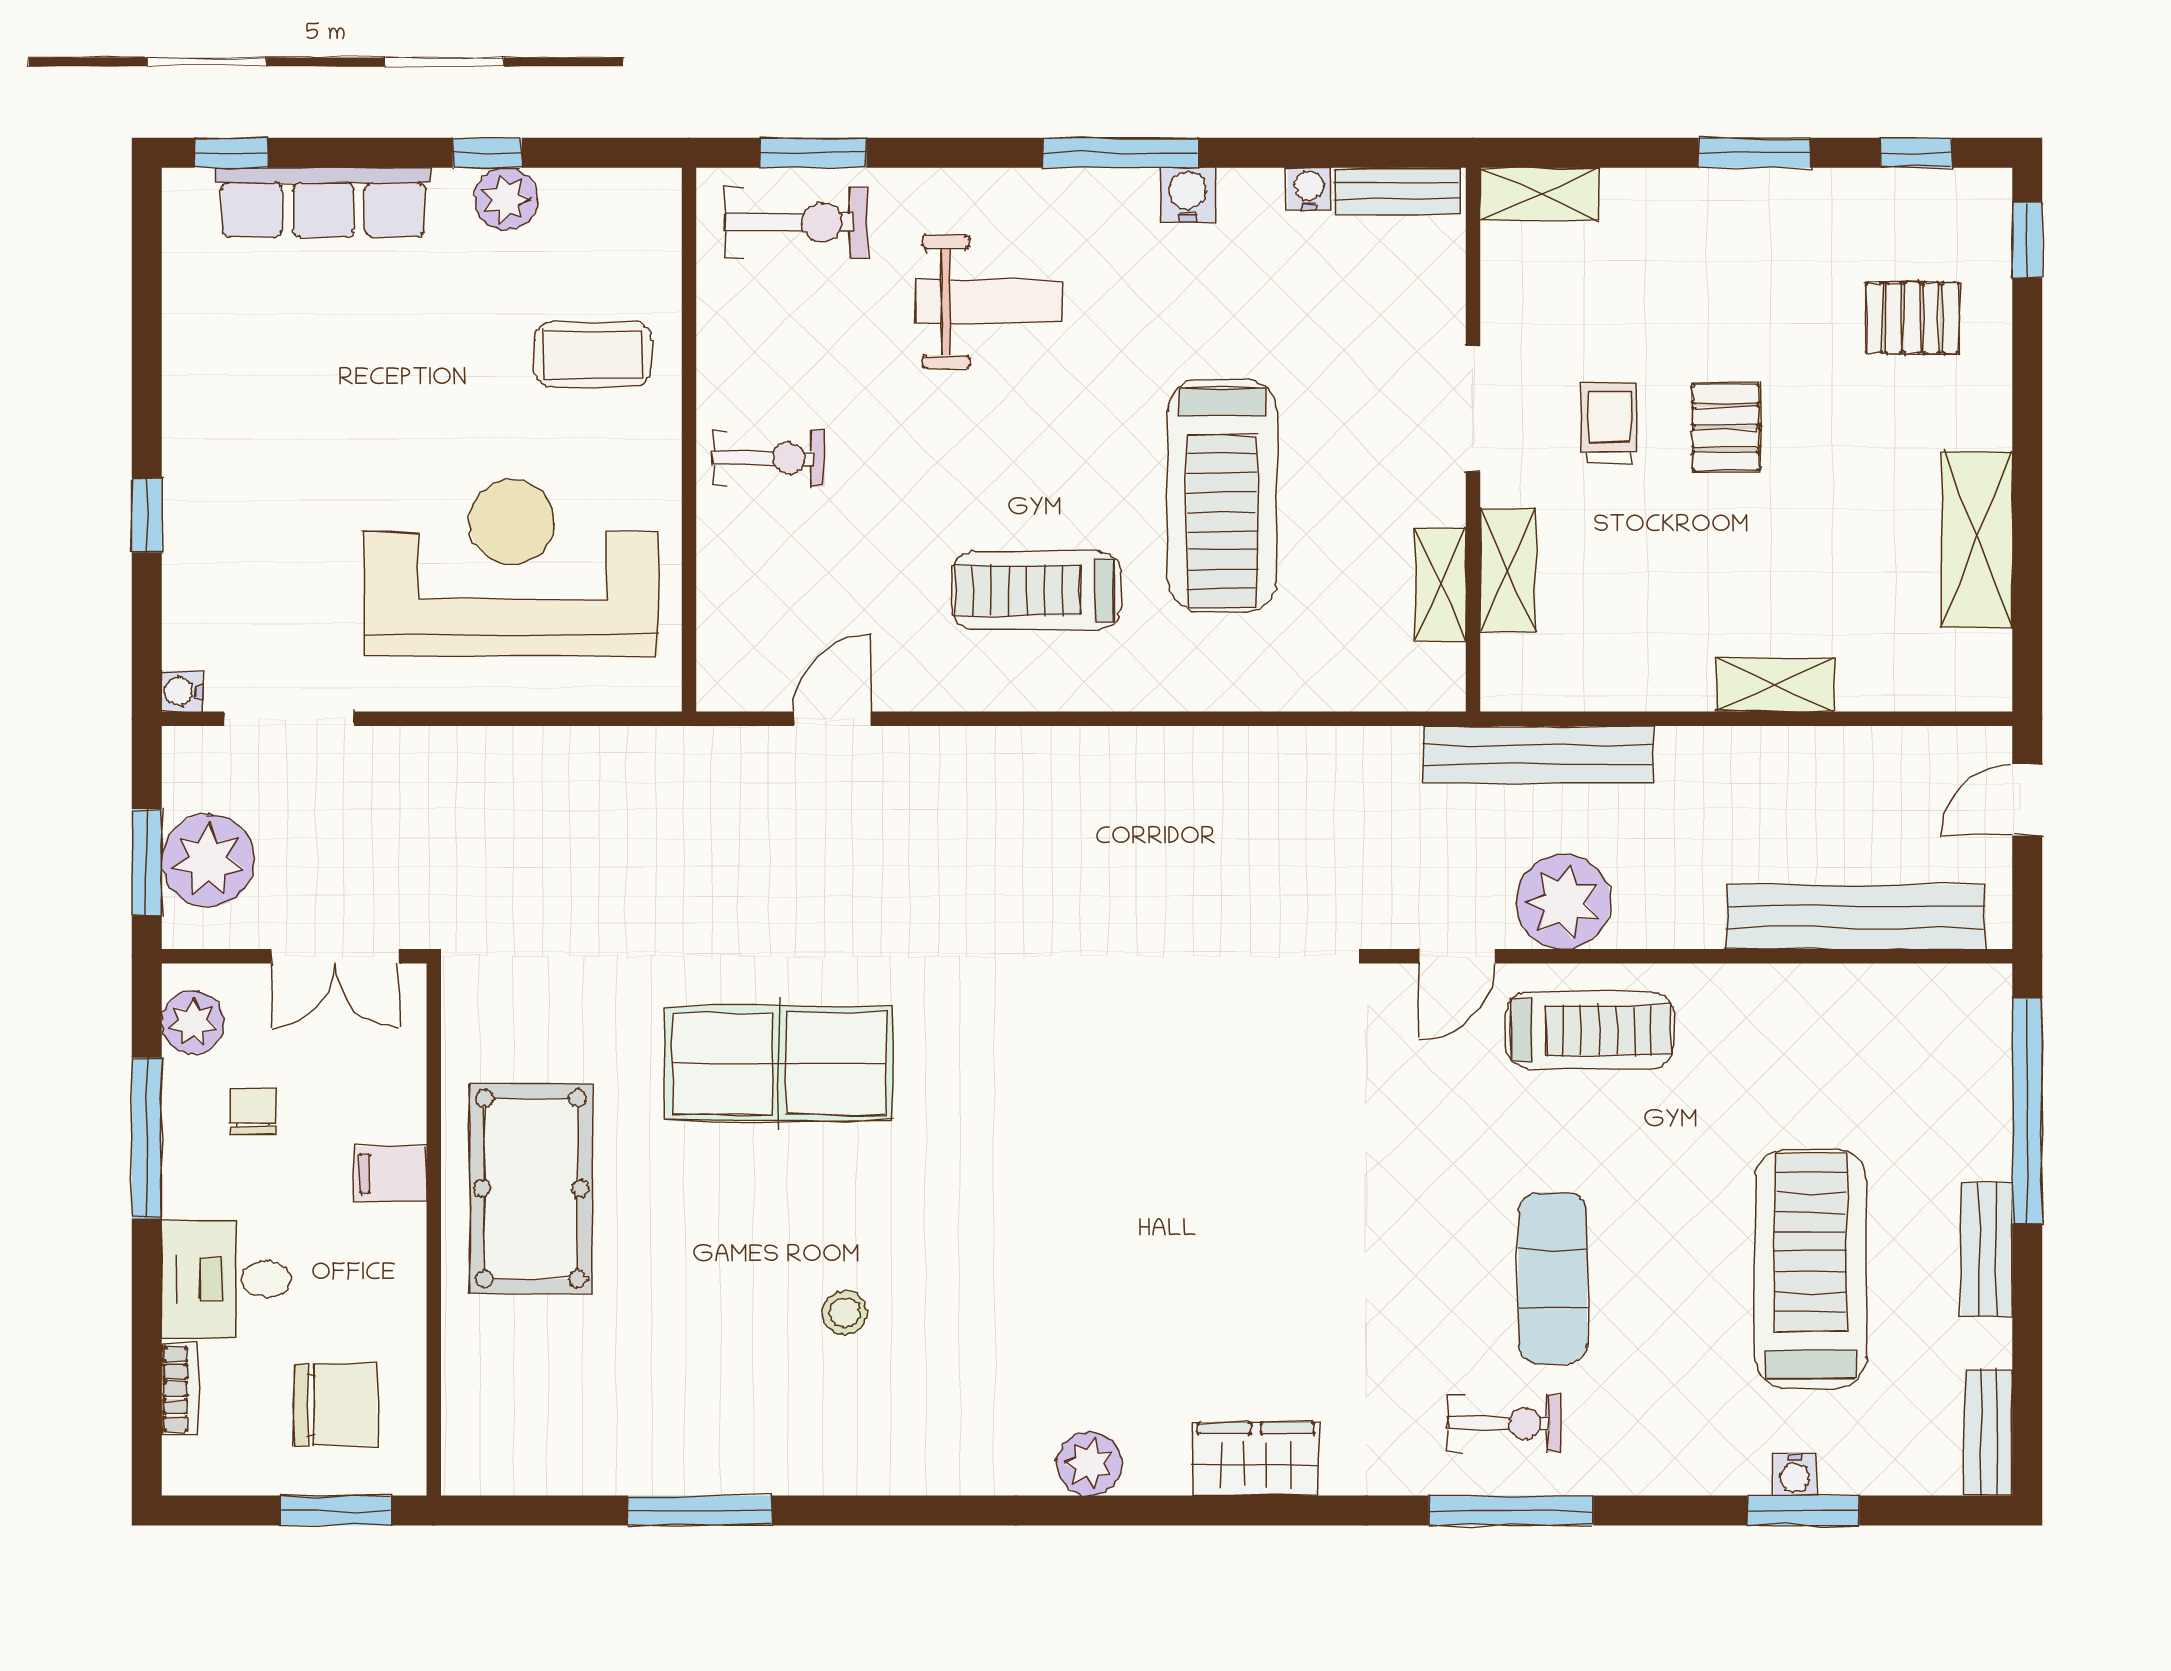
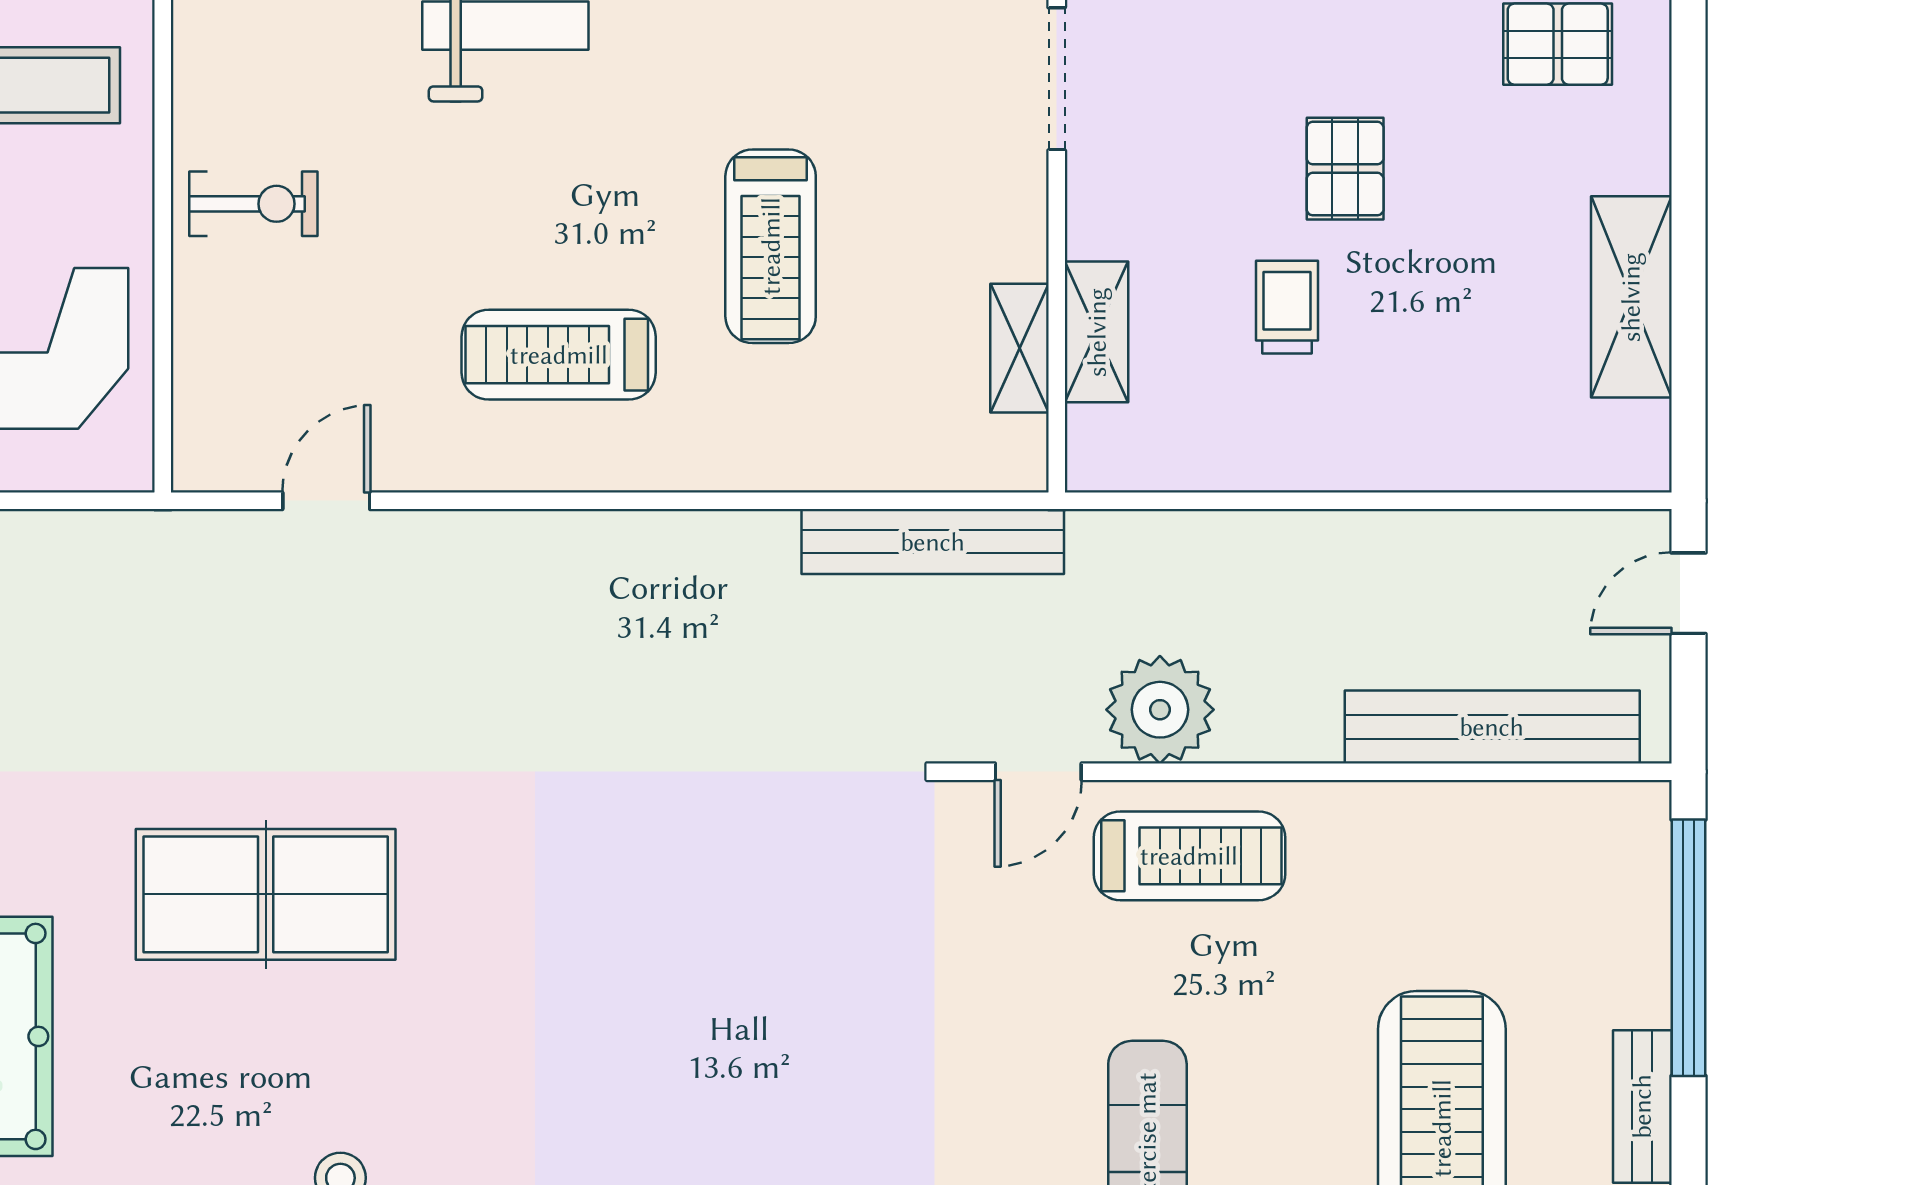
doorway: (1473, 409) -> (1057, 79), moved
trolley: (1609, 423) -> (1287, 307), moved
treadmill: (1222, 495) -> (771, 246), width x0.73, depth x0.73
shelving: (1775, 685) -> (1401, 462), removed
bench: (1538, 754) -> (933, 542), moved

